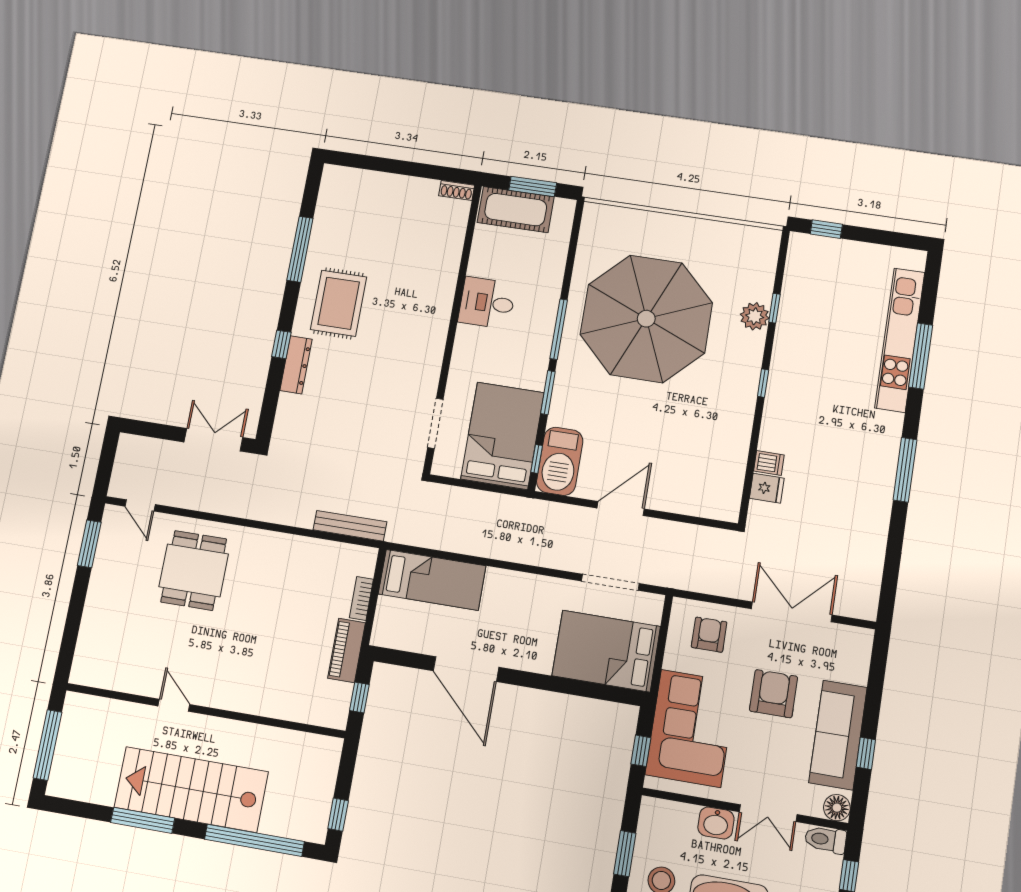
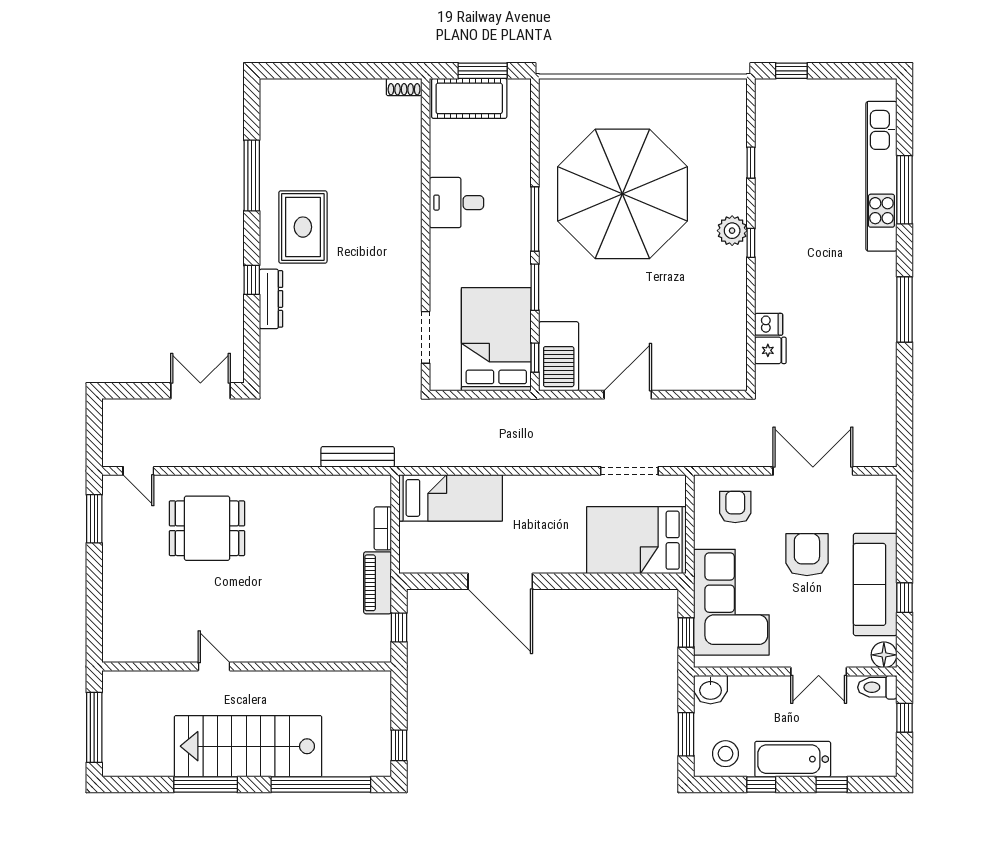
plant: (755, 316) -> (732, 231), moved
dining table: (194, 570) -> (207, 528), turned 90
washbasin: (716, 823) -> (711, 690), moved

